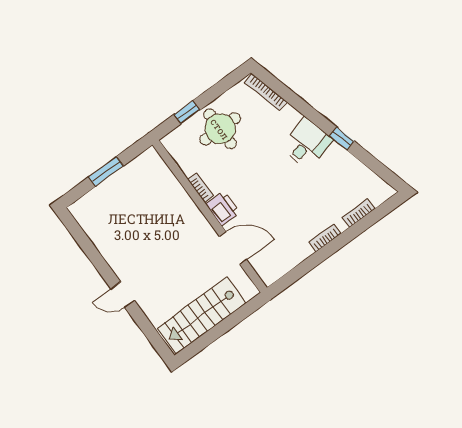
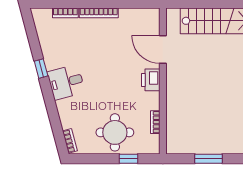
bookcase: (266, 92) -> (70, 141), width x0.64
bookcase: (201, 188) -> (155, 122), moved
bookcase: (325, 238) -> (99, 13), width x1.56

